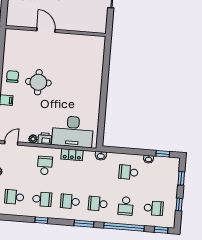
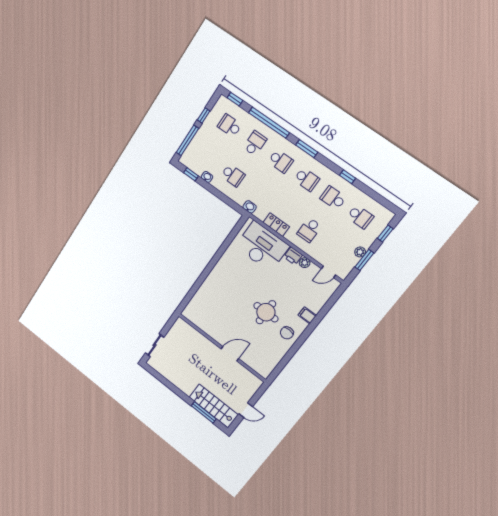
door: (46, 30) -> (230, 354), swing flipped
window: (181, 178) -> (187, 140), width x2.17

